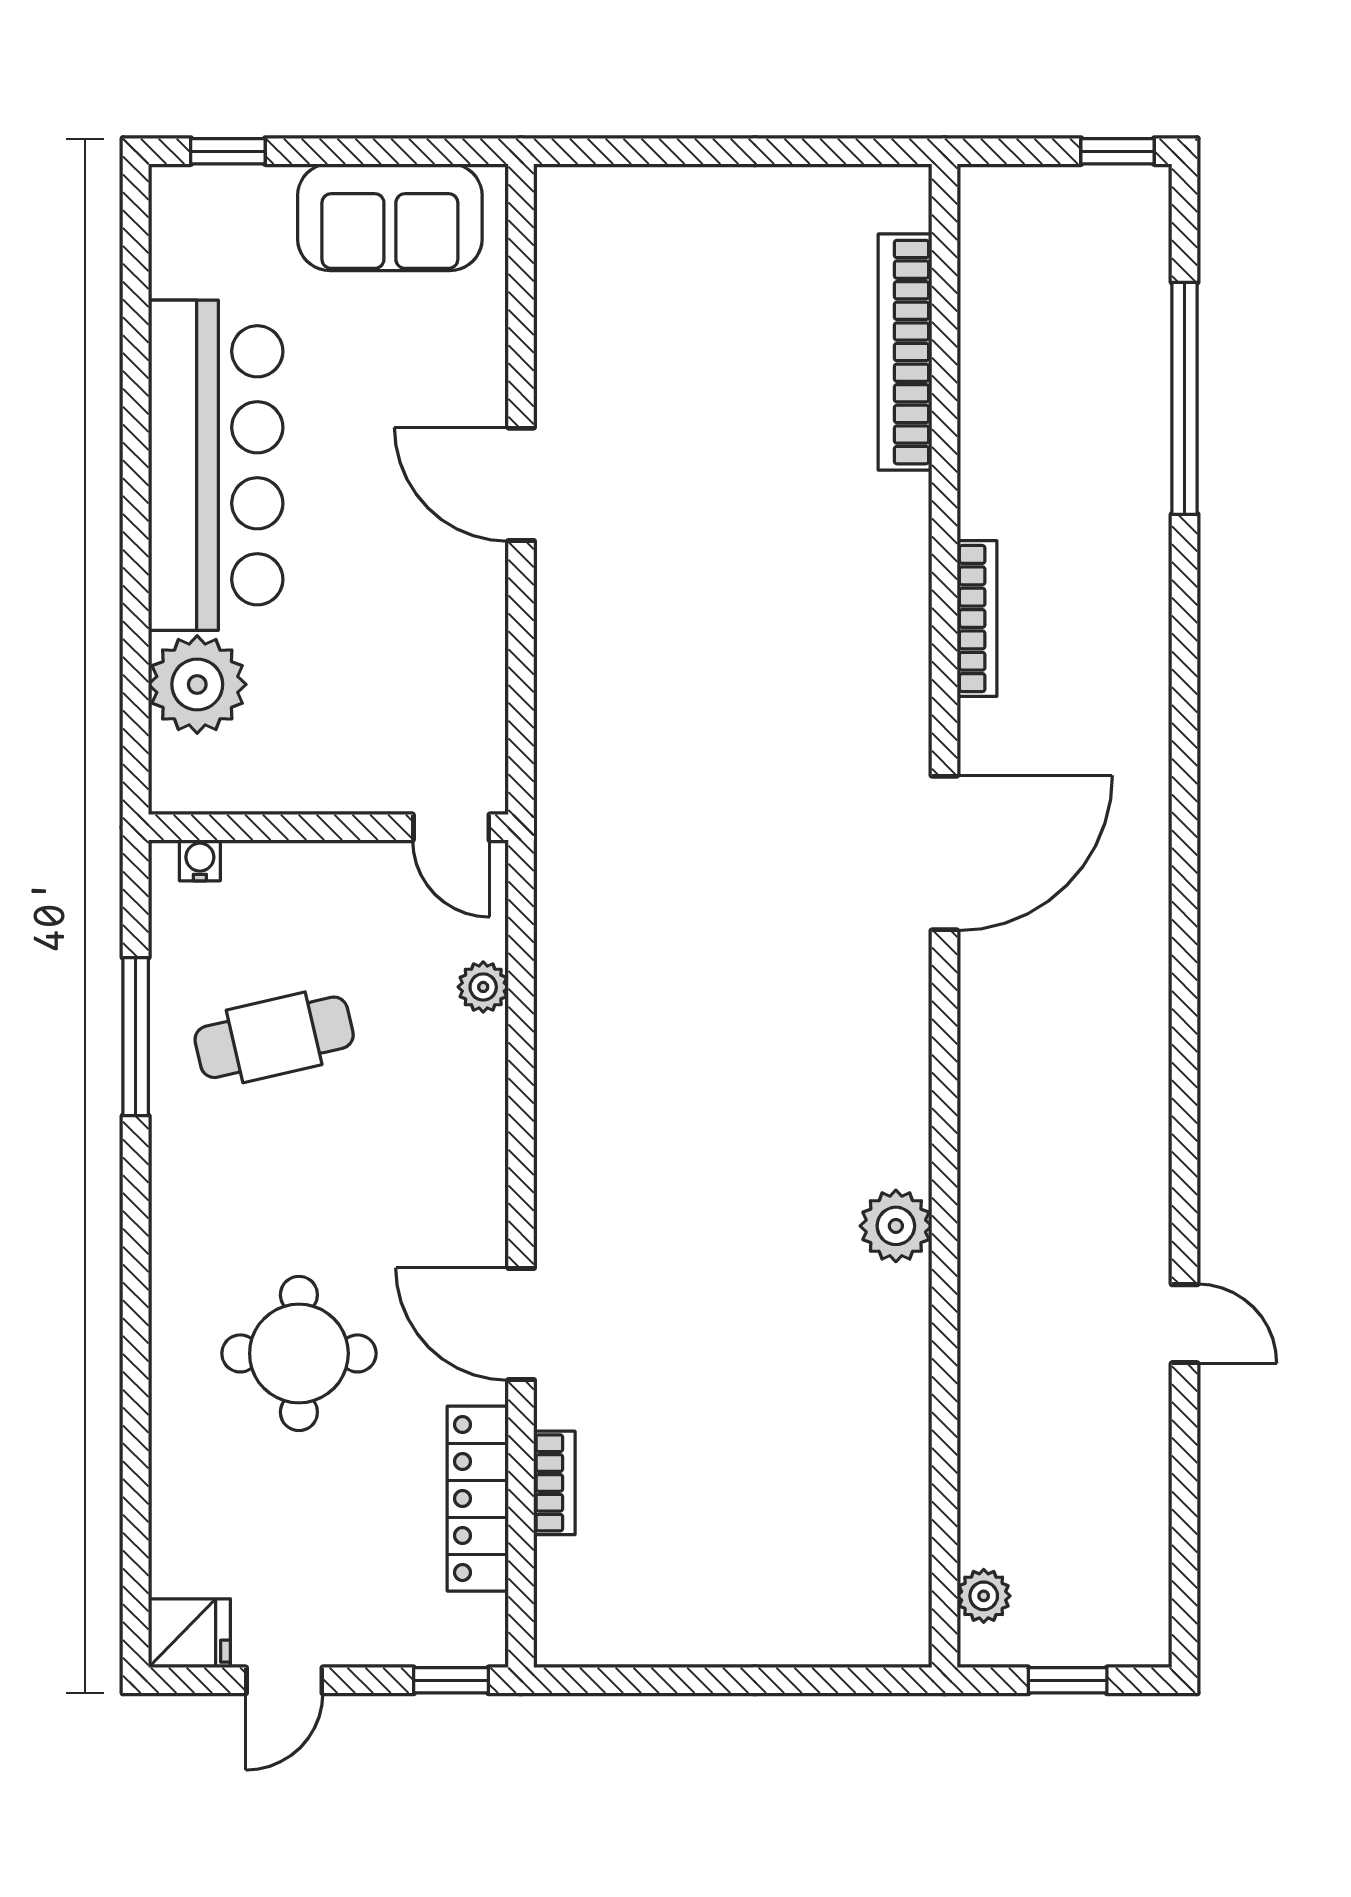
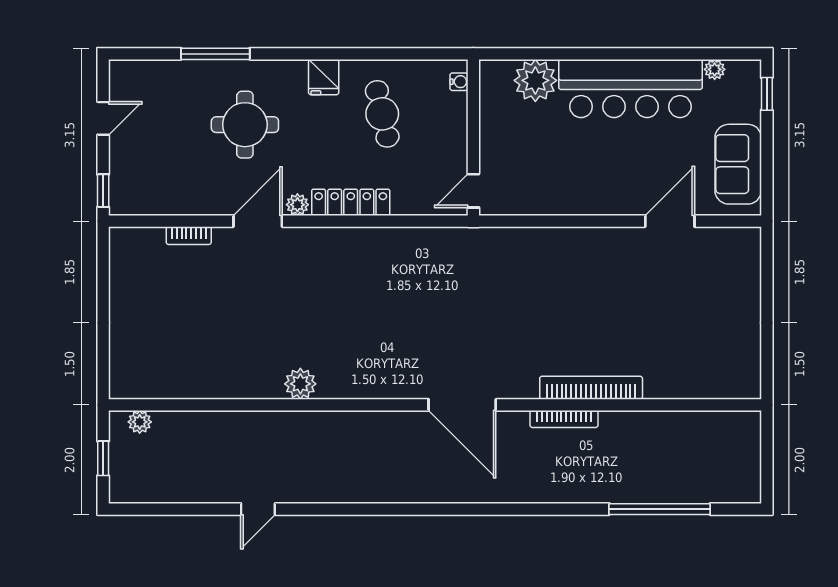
window: (1118, 151) -> (767, 480), removed
plant: (172, 272) -> (715, 69), added
bookcase: (905, 352) -> (591, 388), moved
door: (521, 484) -> (670, 221), moved
plant: (483, 987) -> (297, 205), moved
window: (136, 1037) -> (215, 54), moved
locker: (478, 1499) -> (351, 202), moved
fridge: (189, 1633) -> (324, 77), moved
door: (284, 1680) -> (103, 118), swing flipped

